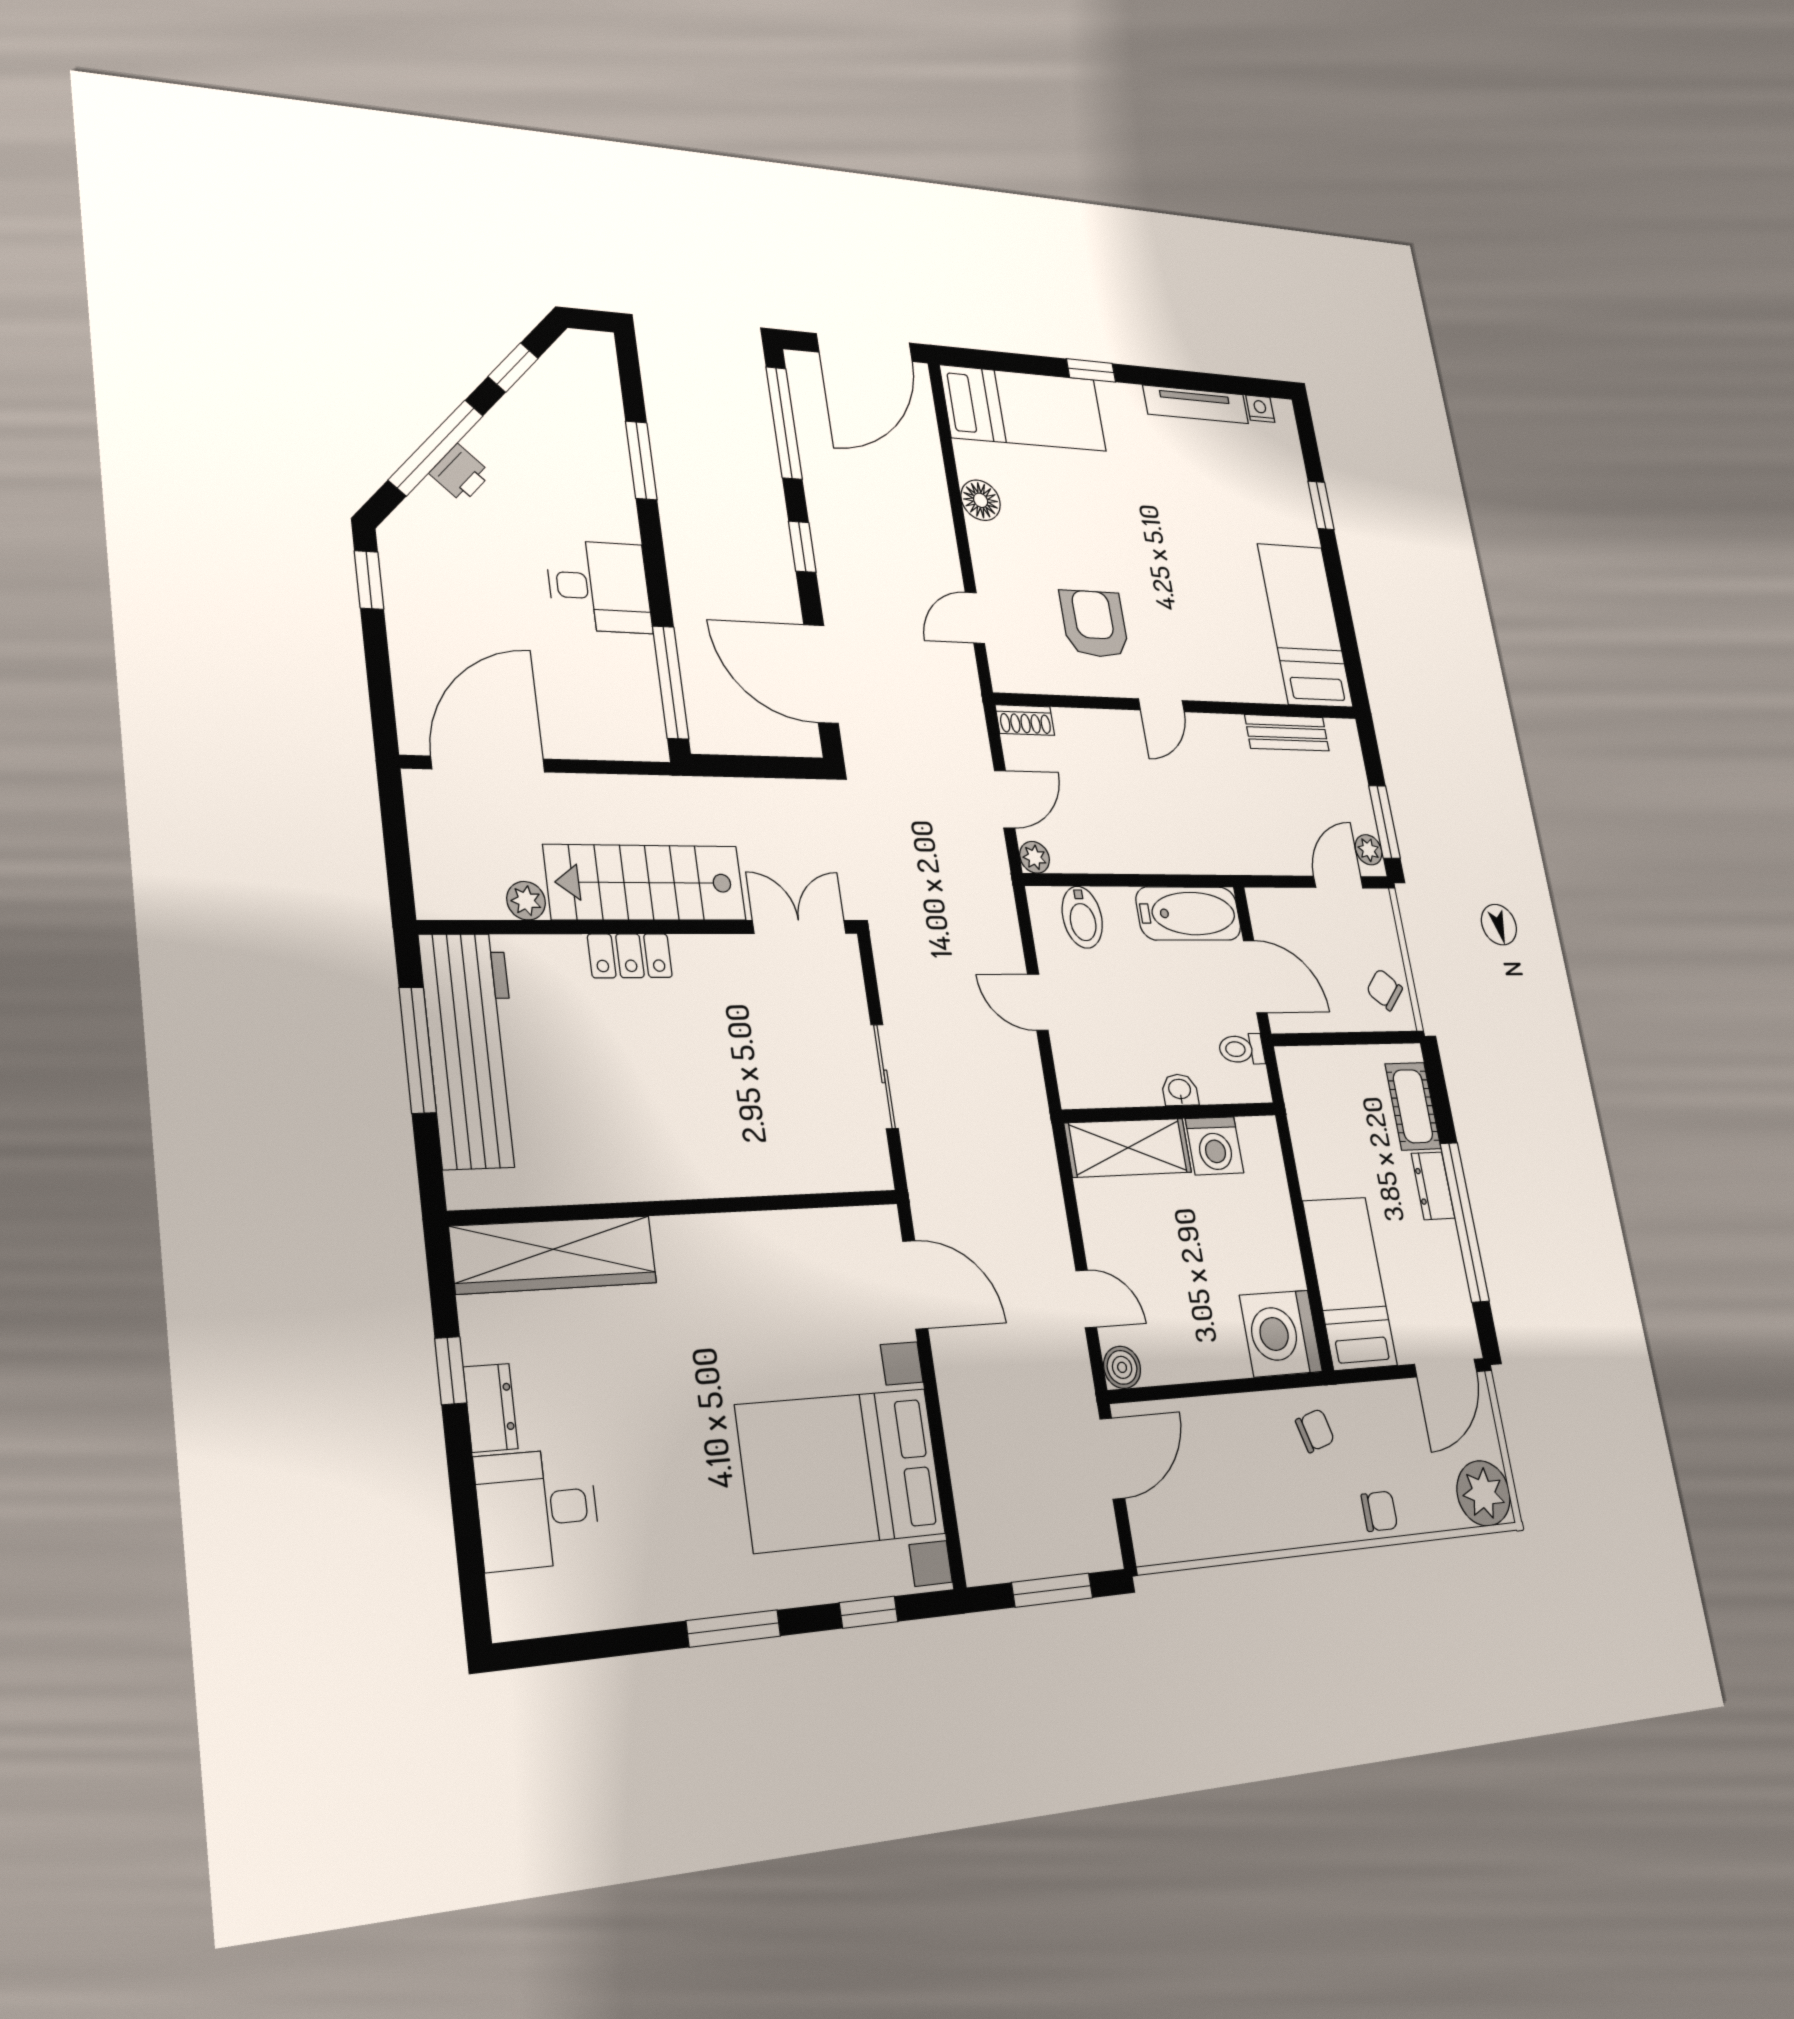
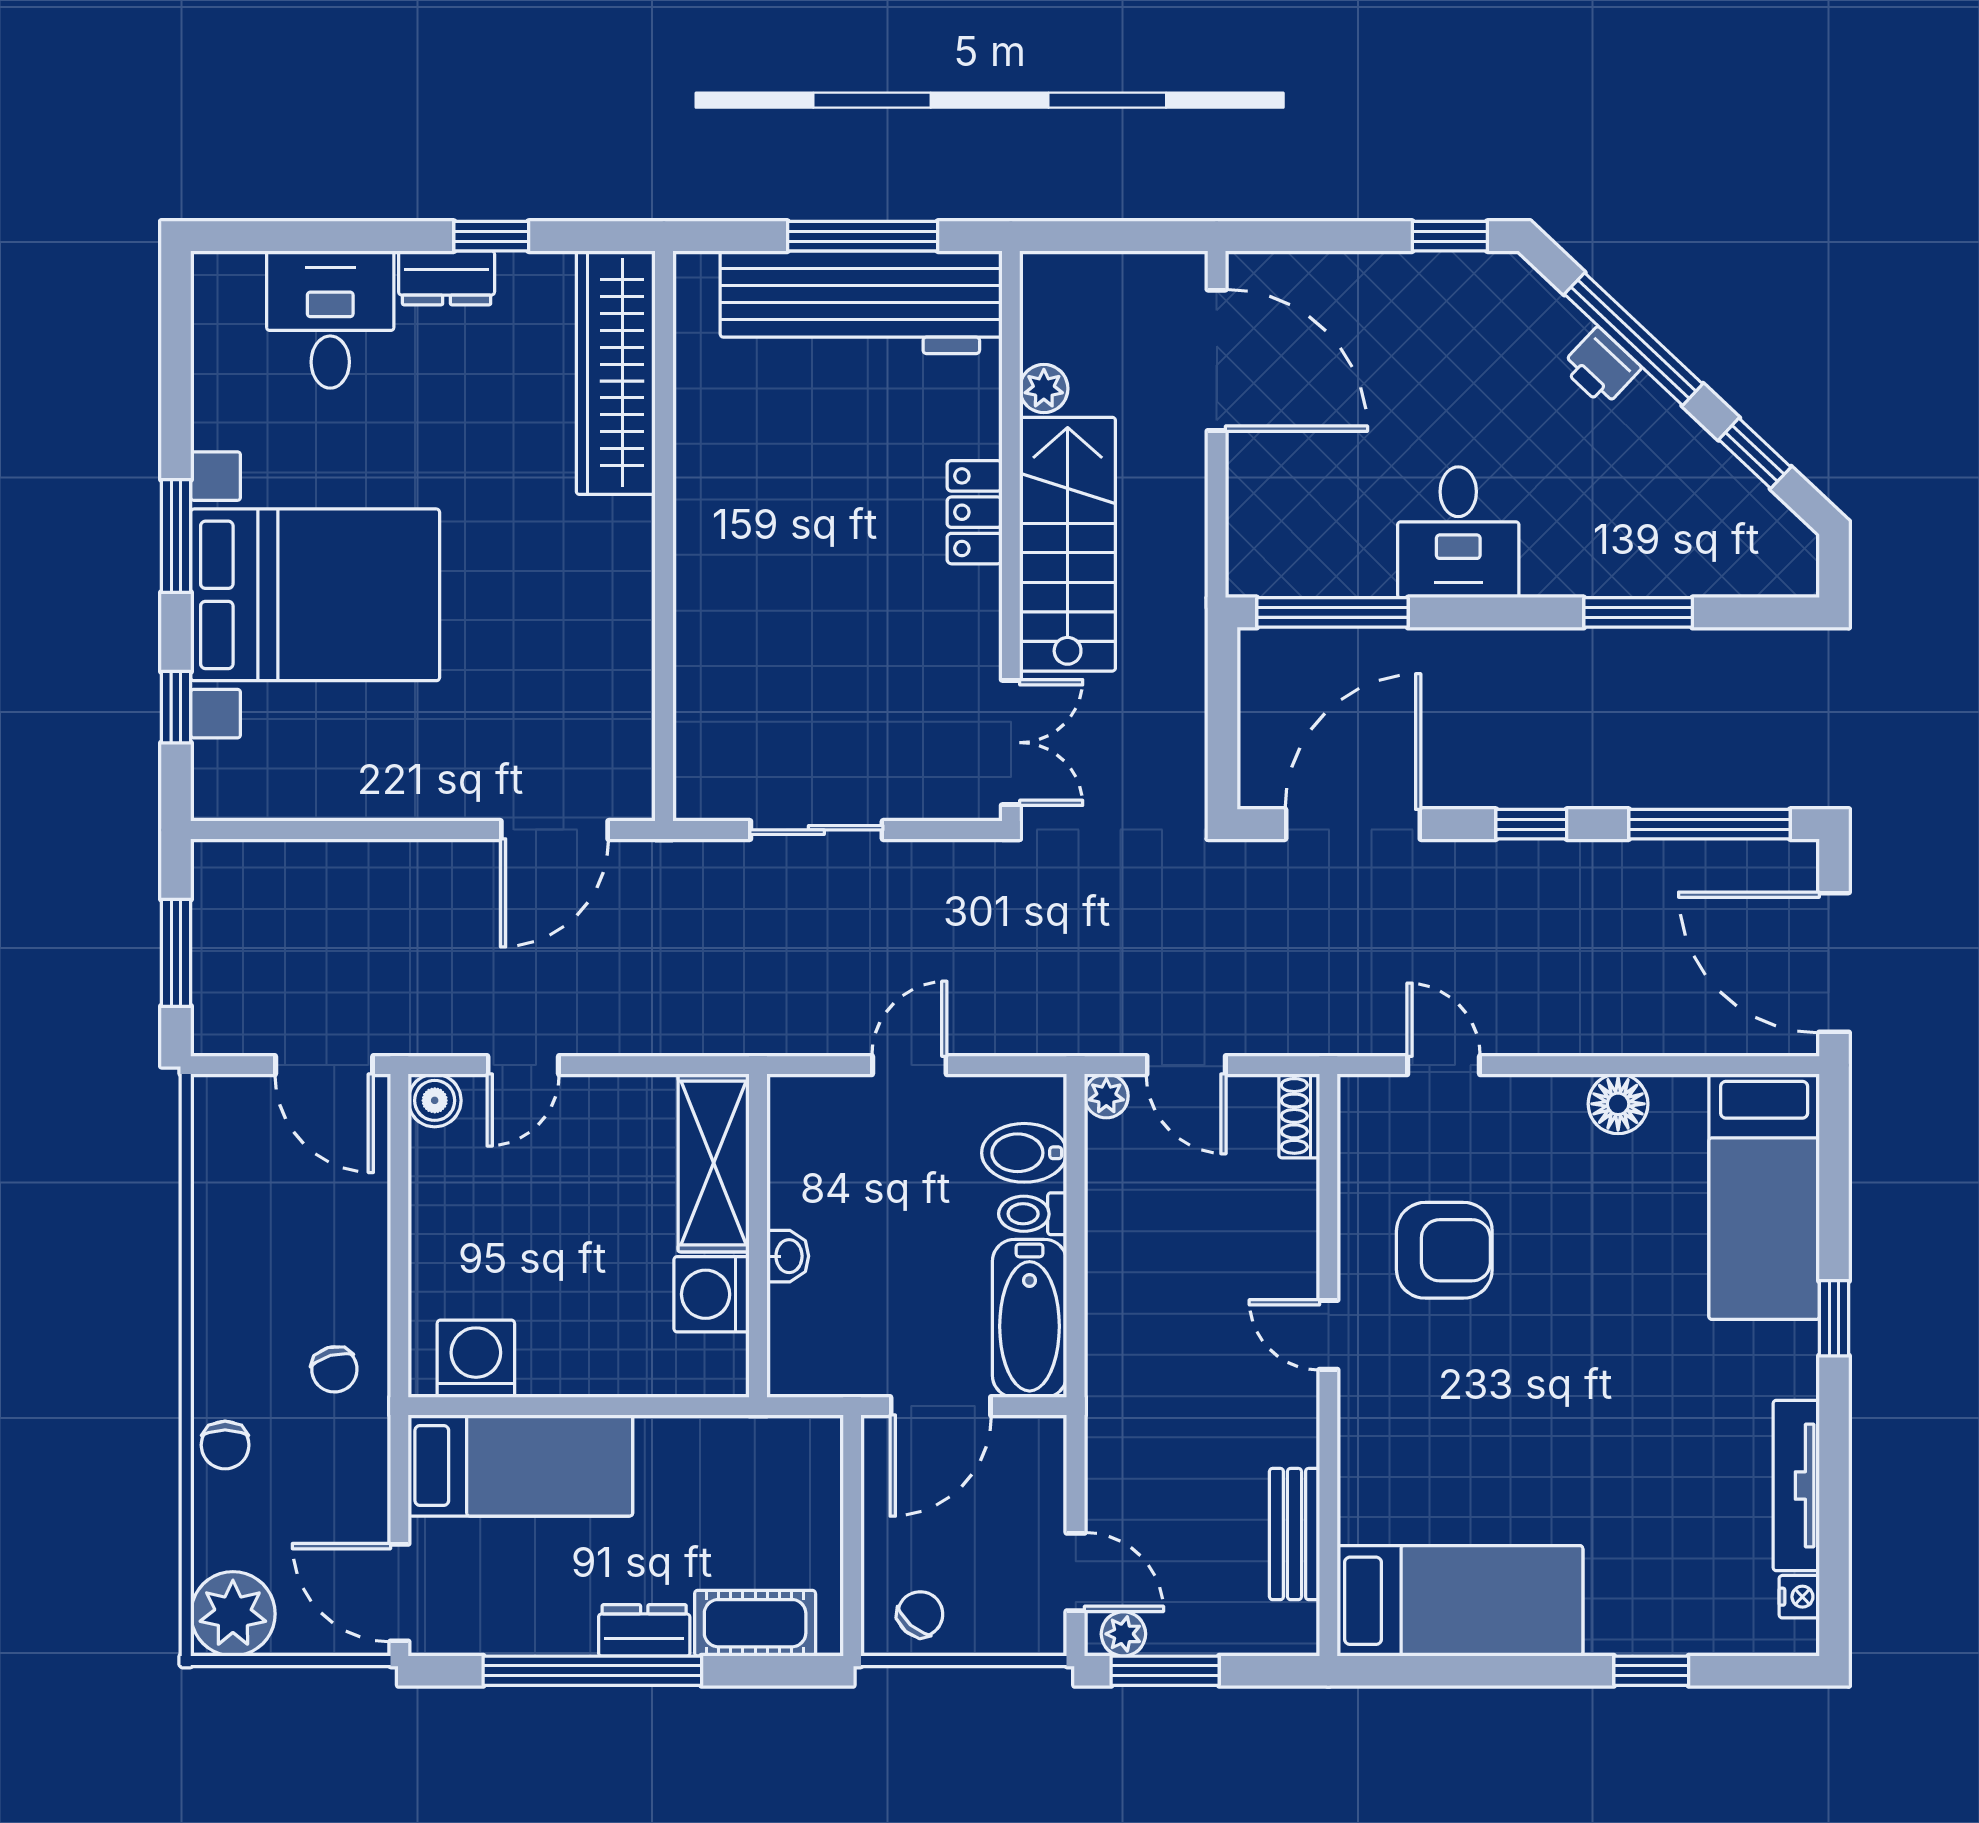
toilet: (1241, 1049) -> (1033, 1214), moved, turned -90
washing machine: (1281, 1333) -> (476, 1359), width x0.73, depth x0.73
bed with nightstands: (841, 1470) -> (315, 595), moved, turned 90

